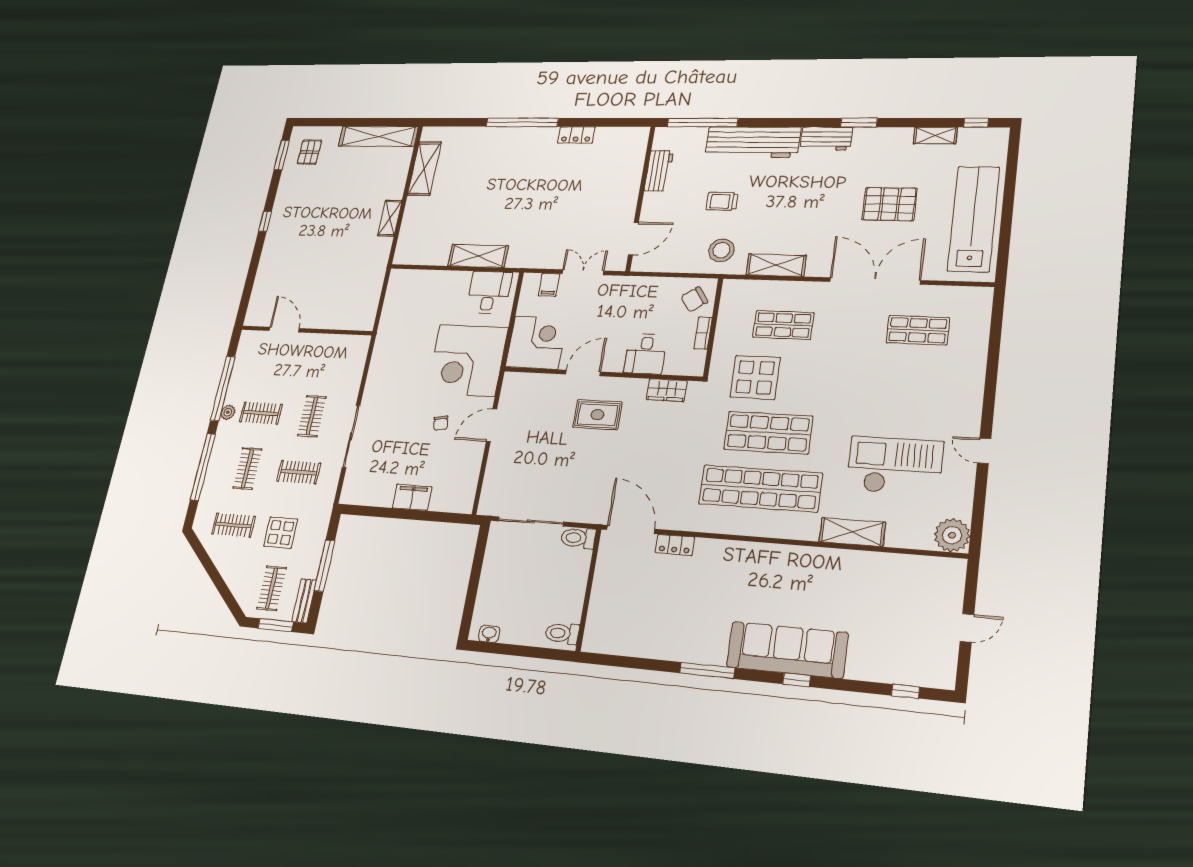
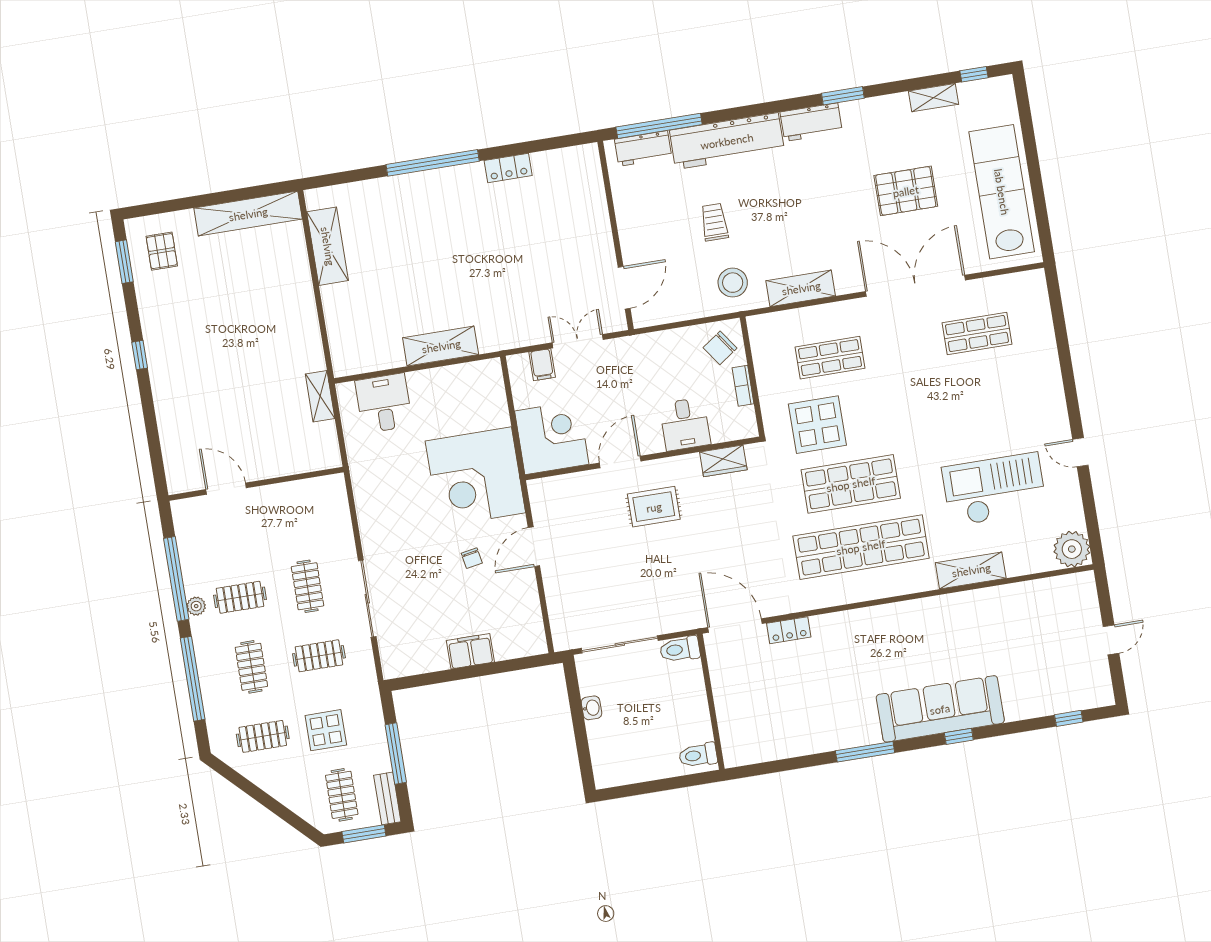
workbench: (659, 171) -> (643, 148), moved, turned 90
trolley: (722, 201) -> (714, 222), turned 90
shelving: (390, 218) -> (320, 396), moved
desk: (489, 292) -> (384, 403), moved
washbasin: (489, 634) -> (591, 708), moved, turned 90

